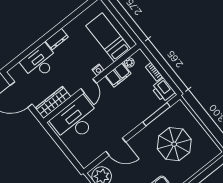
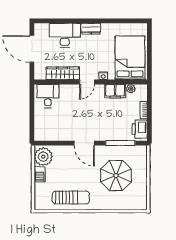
bed: (108, 37) -> (130, 58), width x1.50
wardrobe: (53, 102) -> (63, 73), moved
desk: (76, 120) -> (48, 96), width x0.53, depth x0.77
door: (116, 147) -> (84, 143), moved

